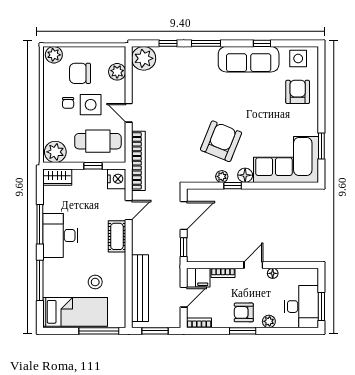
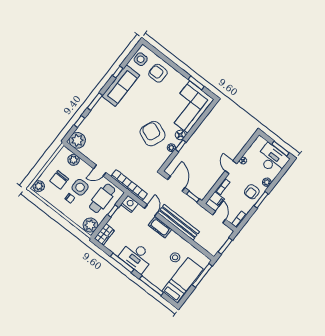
bench: (140, 288) -> (179, 222), moved

